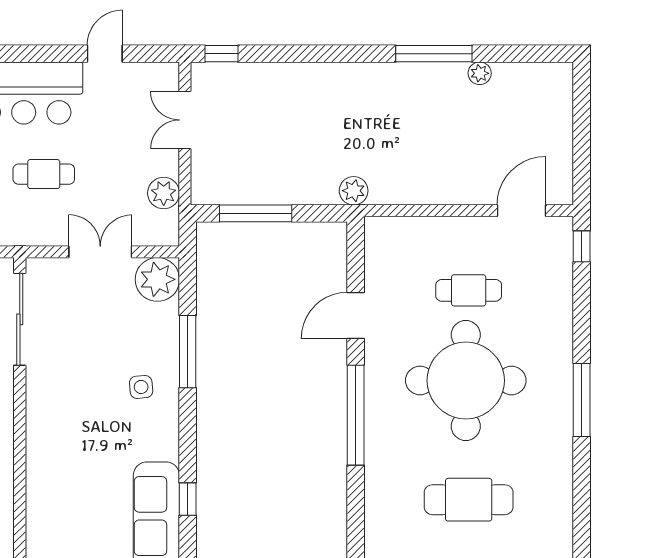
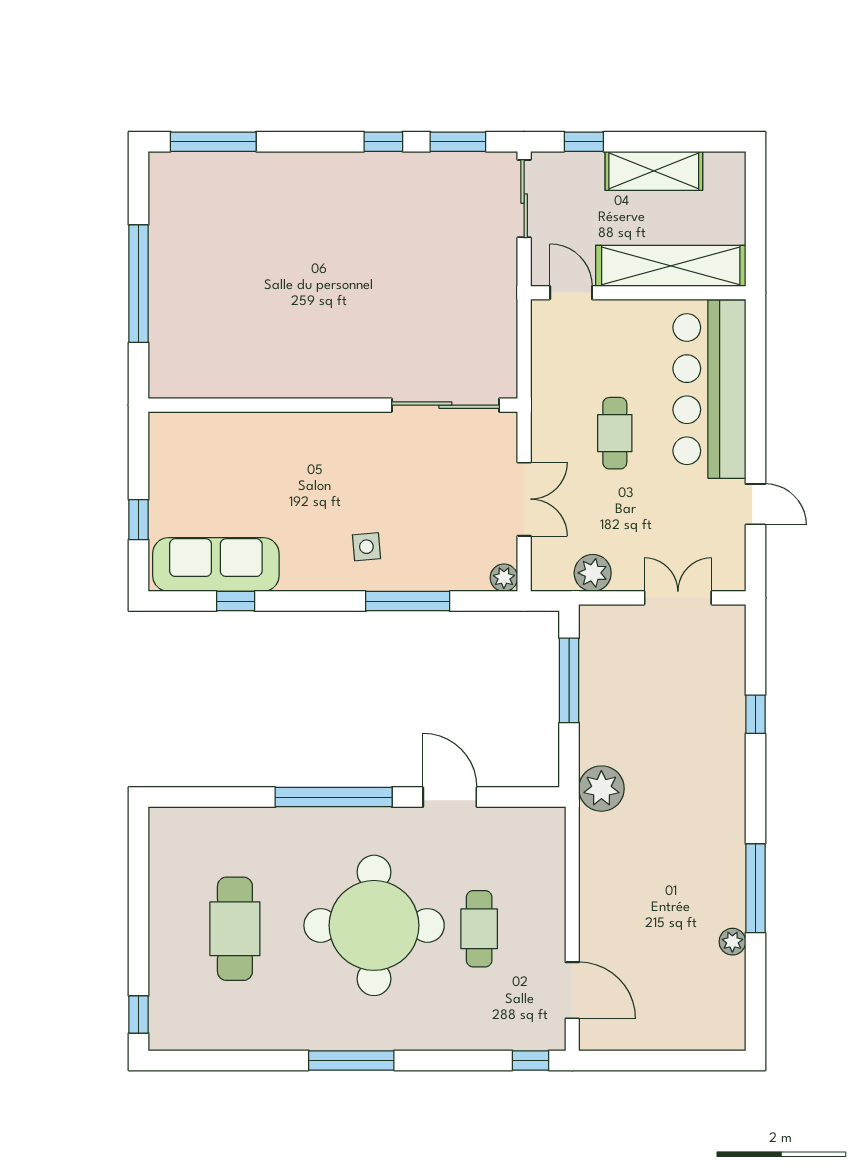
window: (222, 54) -> (755, 714), moved
plant: (354, 191) -> (601, 789), width x1.36, depth x1.36
plant: (157, 279) -> (504, 578), width x0.53, depth x0.53

